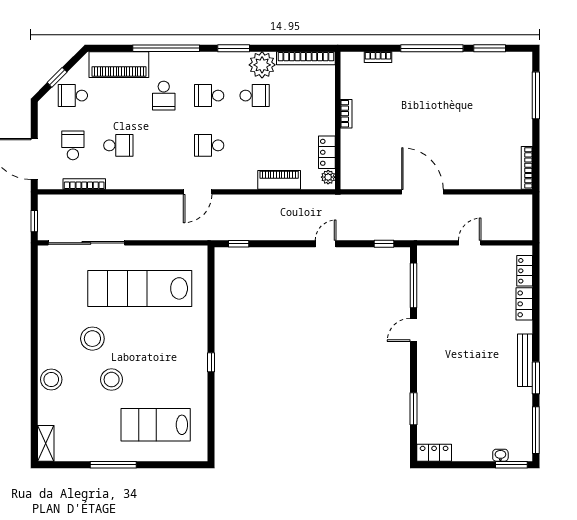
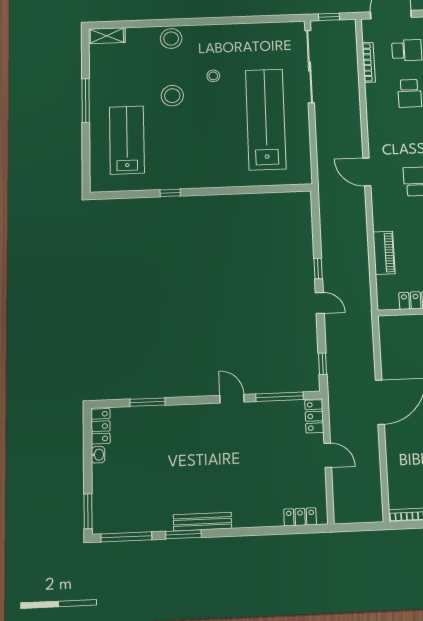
plant: (328, 177) -> (390, 303), removed
window: (239, 244) -> (318, 269), moved
locker: (524, 304) -> (314, 416), moved, turned -90
stool: (92, 339) -> (213, 76), width x0.53, depth x0.53
window: (211, 362) -> (170, 193), moved
washbasin: (500, 455) -> (98, 455), moved

